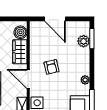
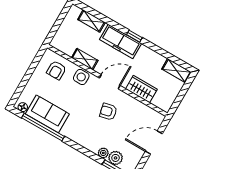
boiler: (20, 32) -> (160, 101), removed
plant: (85, 80) -> (103, 153), moved

